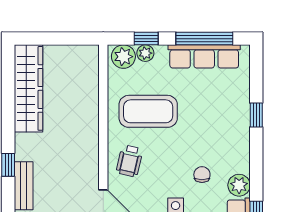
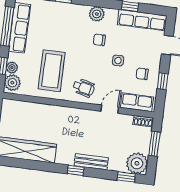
plant: (239, 185) -> (97, 14), moved

